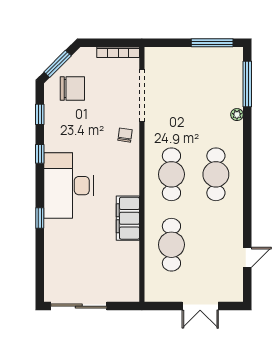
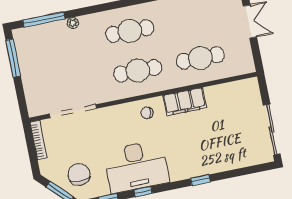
chair: (125, 135) -> (147, 113), moved
desk: (69, 186) -> (136, 166), moved

